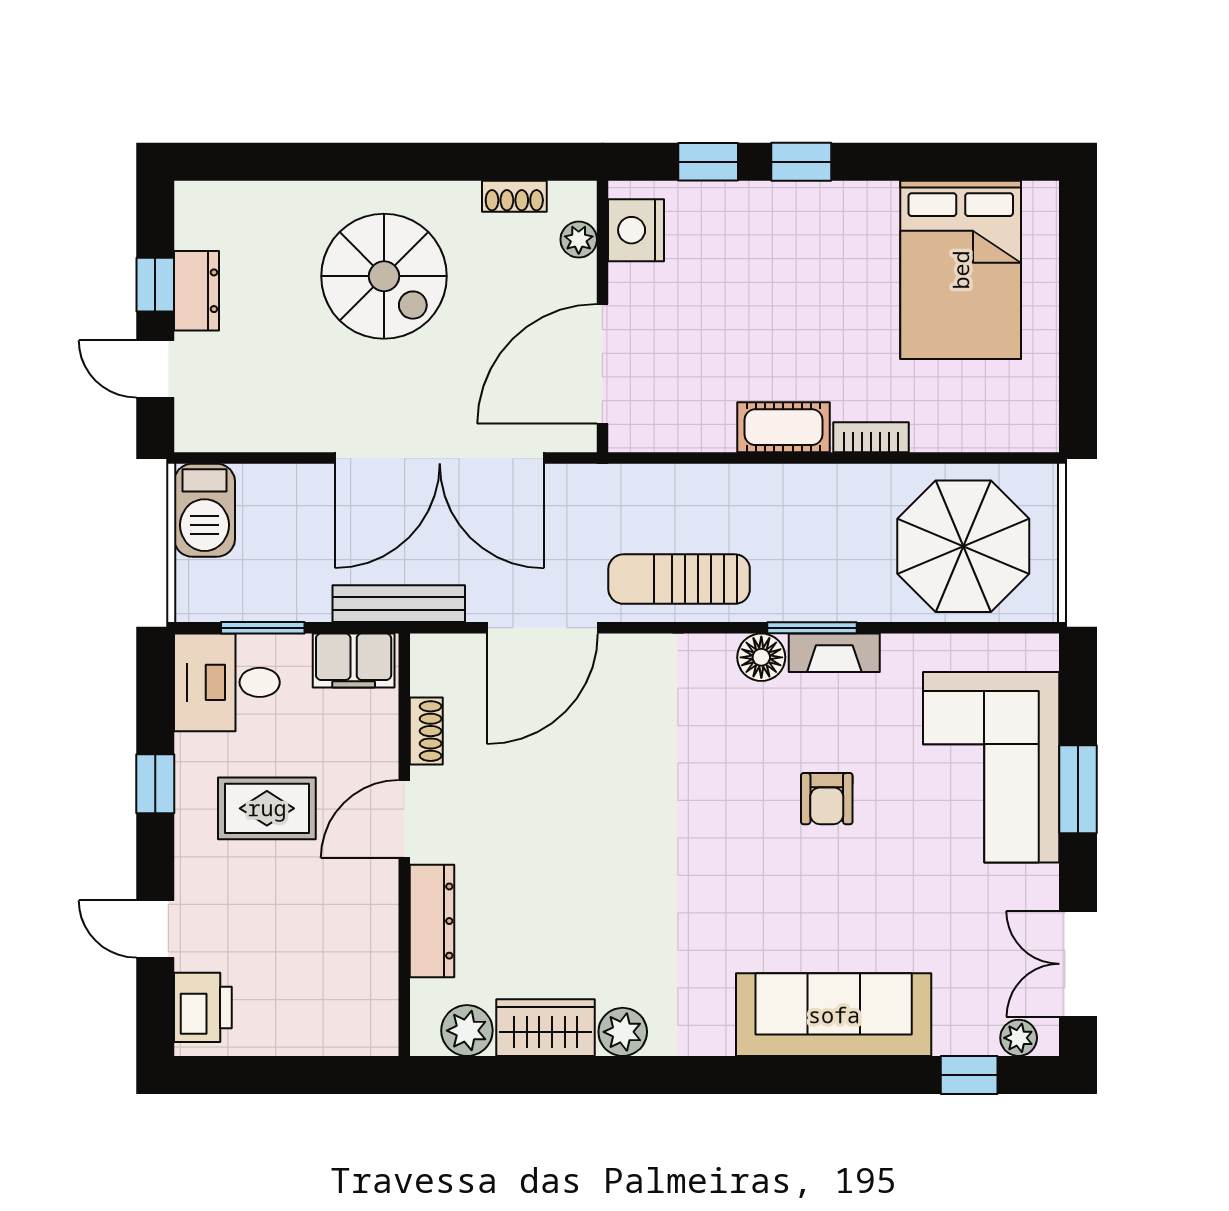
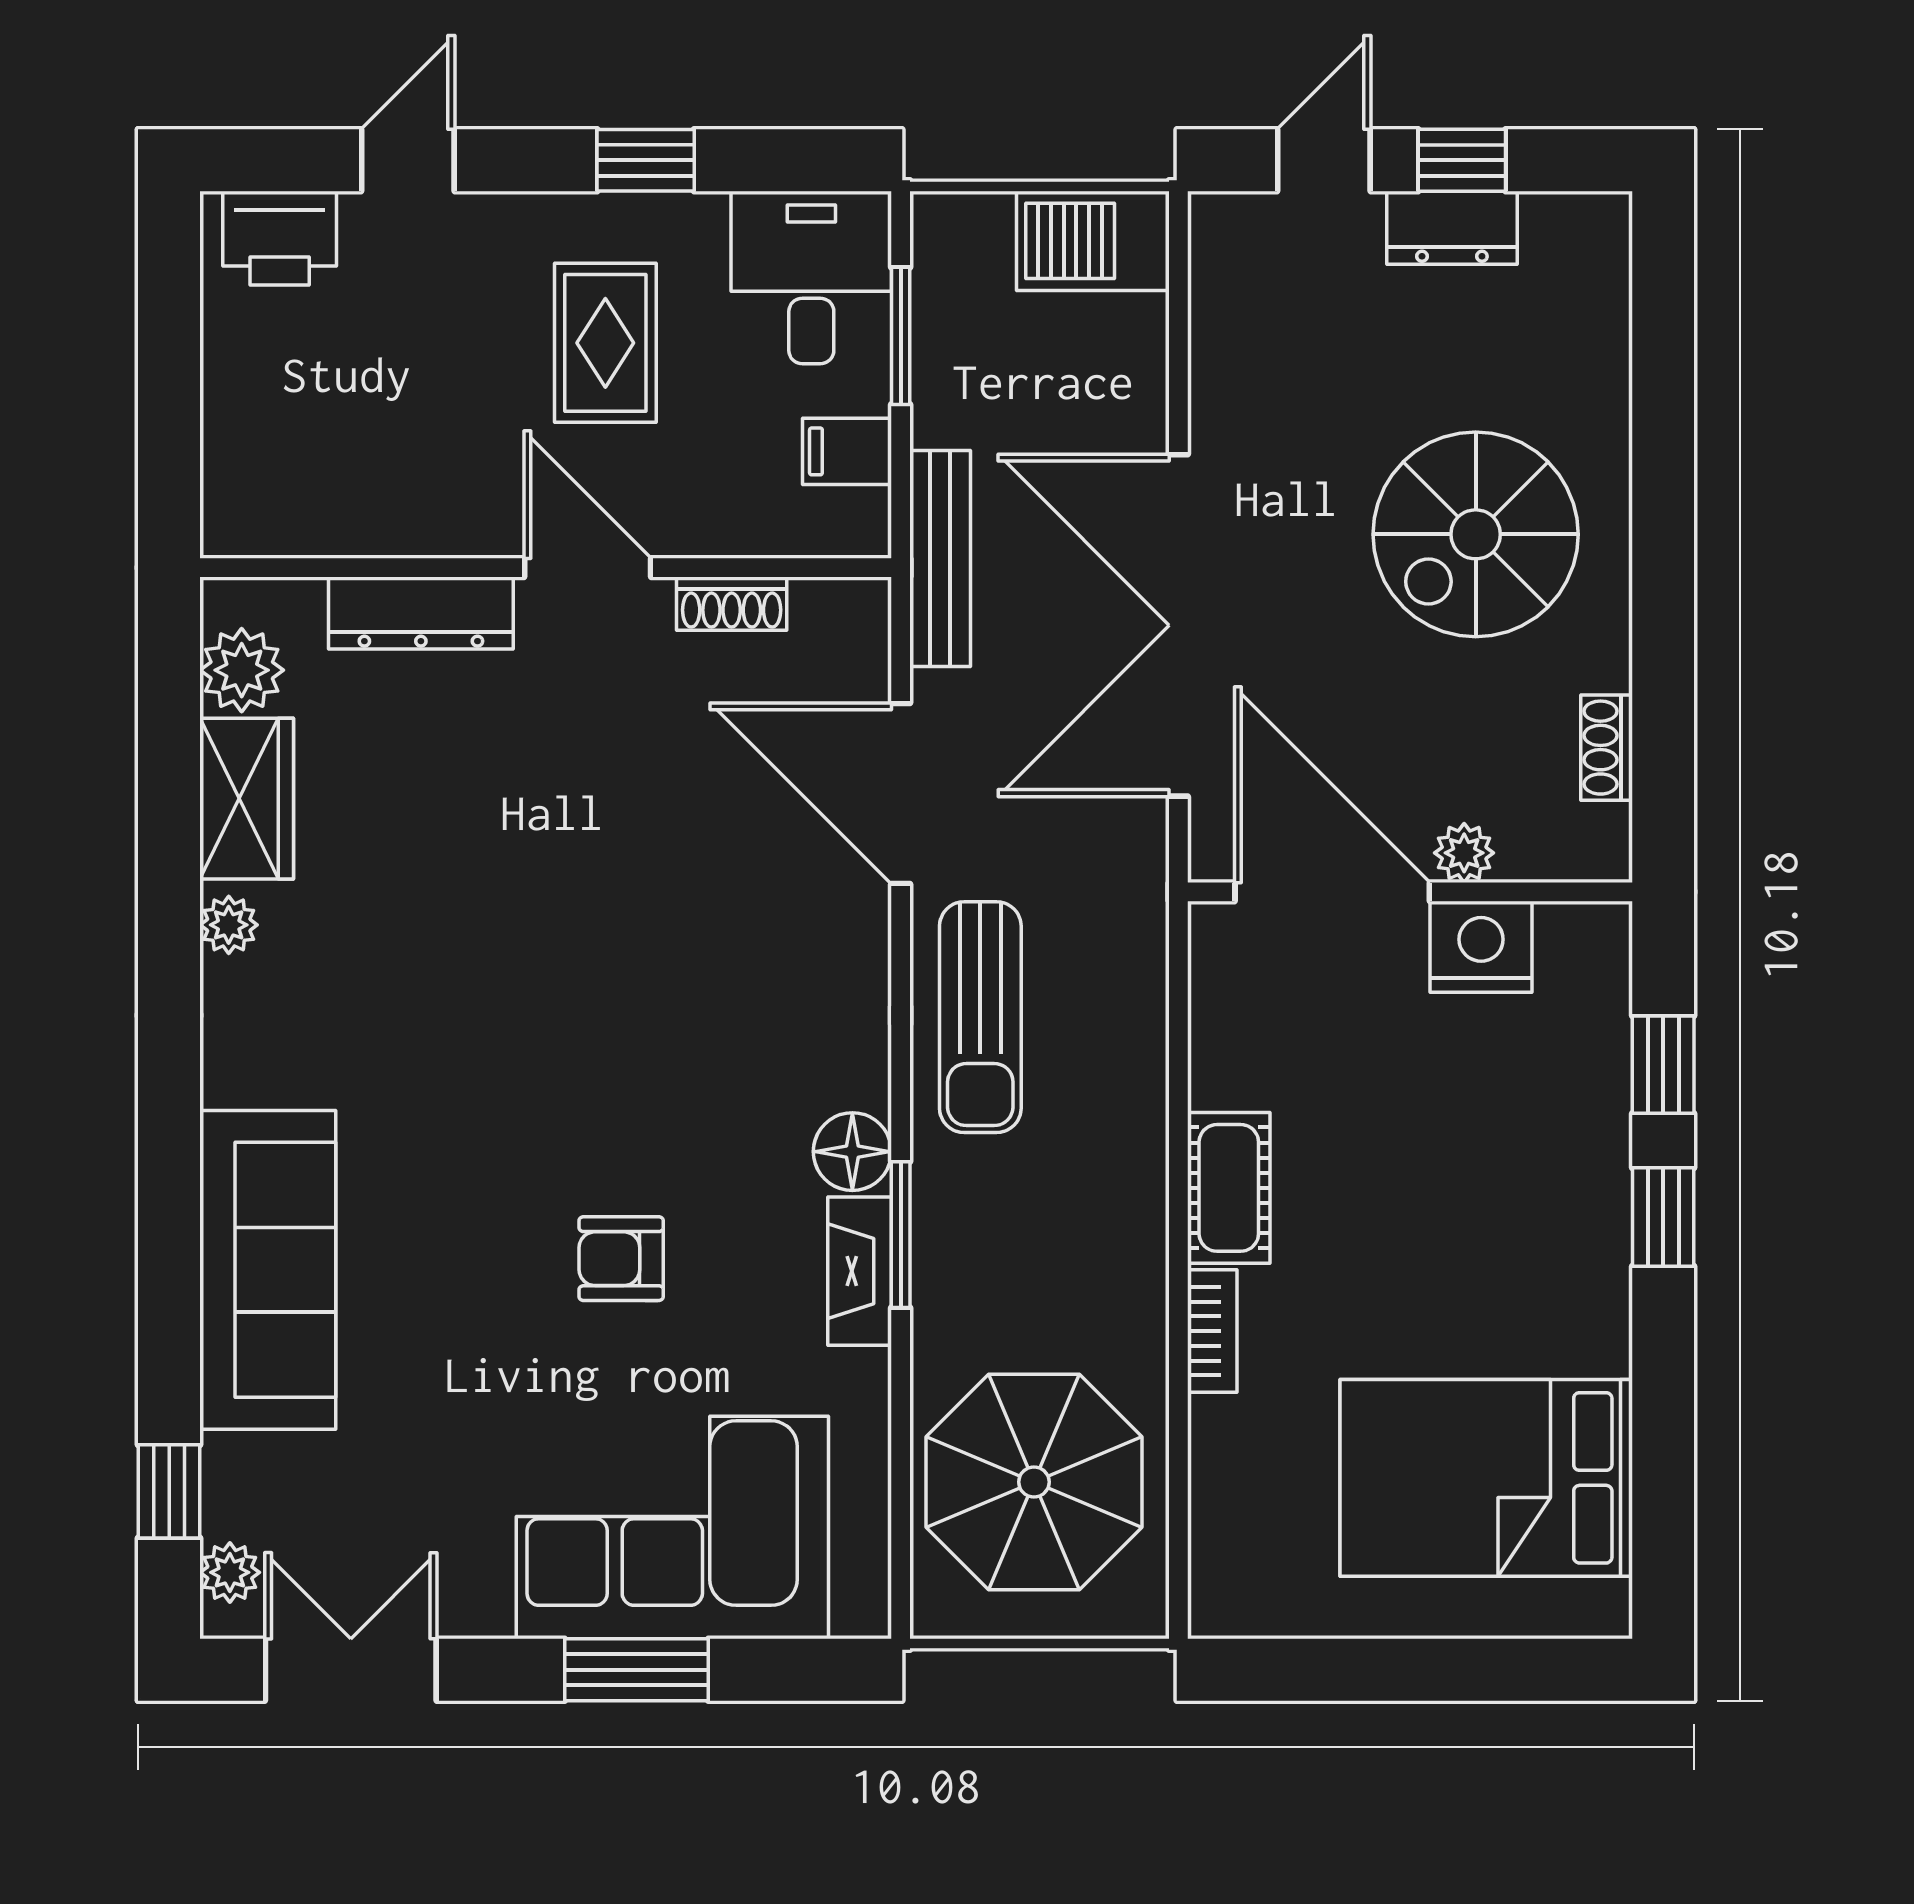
nightstand: (636, 230) -> (1481, 947), moved
plant: (579, 240) -> (1464, 853), moved
sun lounger: (679, 579) -> (980, 1017), turned 180
filing cabinet: (354, 661) -> (847, 451), width x0.50
plant: (623, 1032) -> (229, 925), width x0.73, depth x0.73

